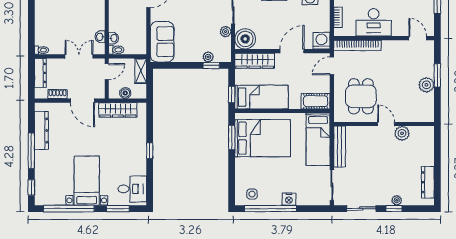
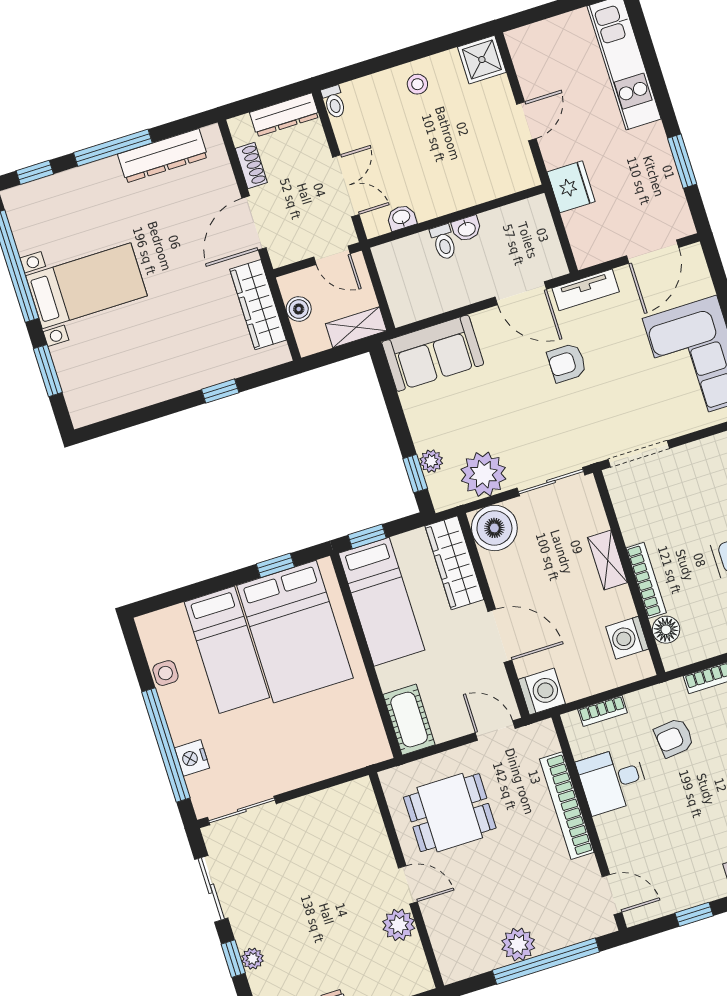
stool: (45, 12) -> (417, 84), added
desk: (374, 22) -> (613, 780), width x0.73
plant: (226, 32) -> (483, 474), width x1.88, depth x1.88
washbasin: (114, 38) -> (467, 229), moved
door: (418, 38) -> (612, 895), hinge flipped
bookcase: (357, 45) -> (567, 806), moved
toilet: (116, 50) -> (444, 242), moved
window: (437, 75) -> (546, 961), width x2.11
door: (386, 124) -> (408, 885), hinge flipped
window: (232, 138) -> (275, 565), width x0.67
bed: (318, 139) -> (227, 650), moved, turned -90
bench: (340, 147) -> (329, 801), removed
window: (150, 151) -> (220, 391), moved
desk: (132, 189) -> (99, 388), removed
side table: (252, 194) -> (165, 673), moved
nightstand: (289, 199) -> (192, 758), moved
window: (270, 209) -> (166, 745), moved

